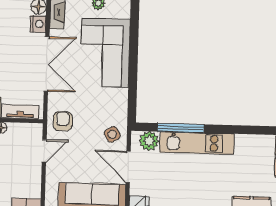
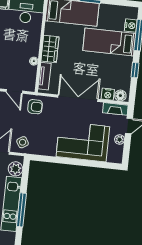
double door: (47, 64) -> (78, 98), swing flipped
window: (181, 128) -> (21, 210), moved

